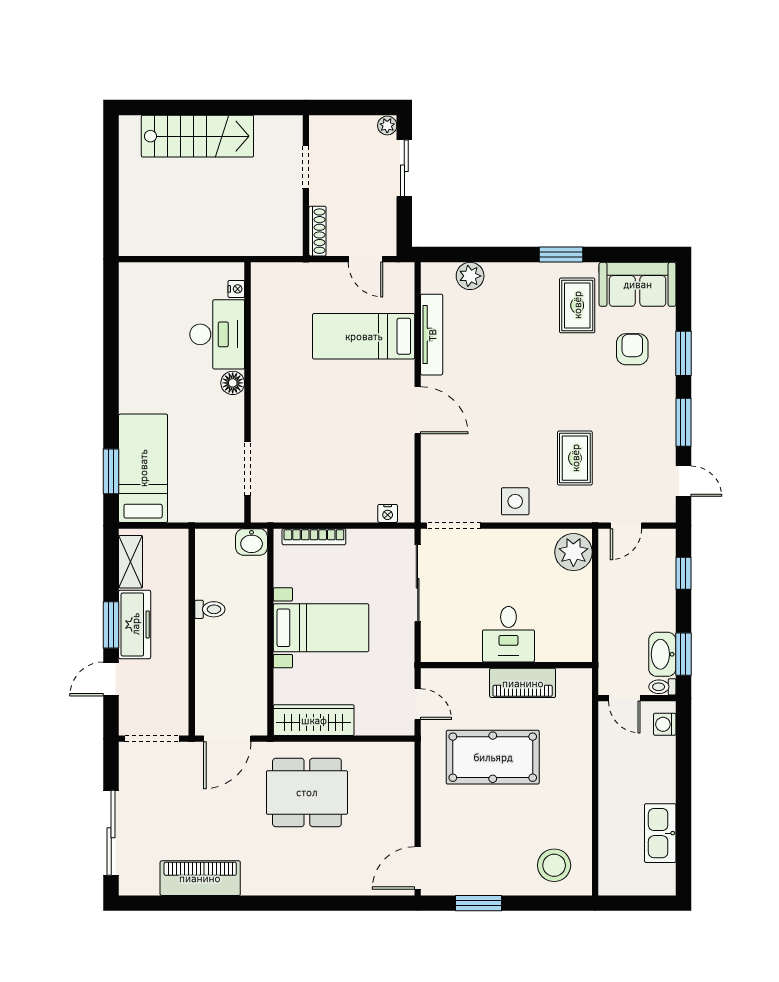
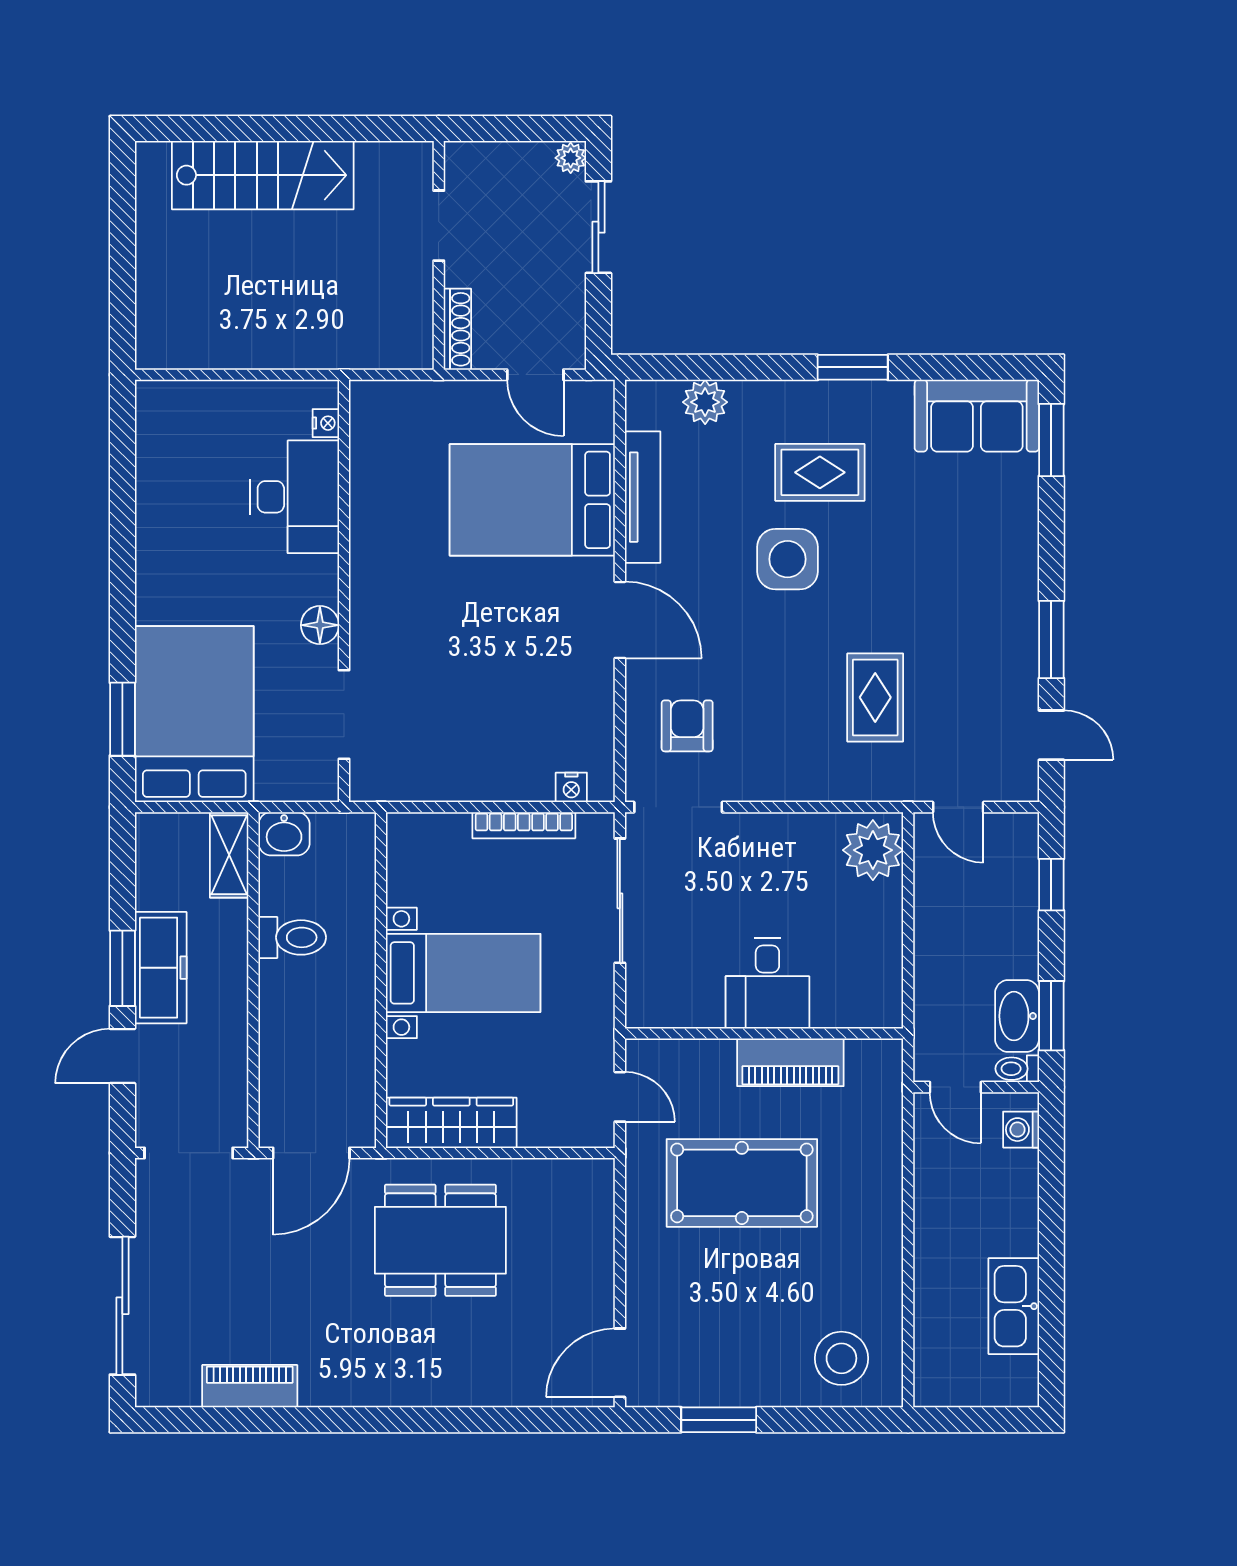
rug: (577, 305) -> (820, 472), moved, turned 90
bed: (364, 336) -> (532, 500), width x1.50
armchair: (632, 349) -> (687, 726), moved
window: (683, 353) -> (1051, 440), moved
floor lamp: (233, 383) -> (320, 625), moved
bed: (143, 468) -> (194, 714), width x1.50
side table: (515, 501) -> (788, 559), moved, width x1.37, depth x1.37
door: (626, 526) -> (958, 807), hinge flipped
bookcase: (314, 537) -> (524, 825), moved
washbasin: (252, 542) -> (284, 834), moved
shelving: (131, 562) -> (229, 855), moved
toilet: (210, 609) -> (292, 937), width x1.37, depth x1.39
piano: (200, 878) -> (250, 1386), width x0.73, depth x0.75

